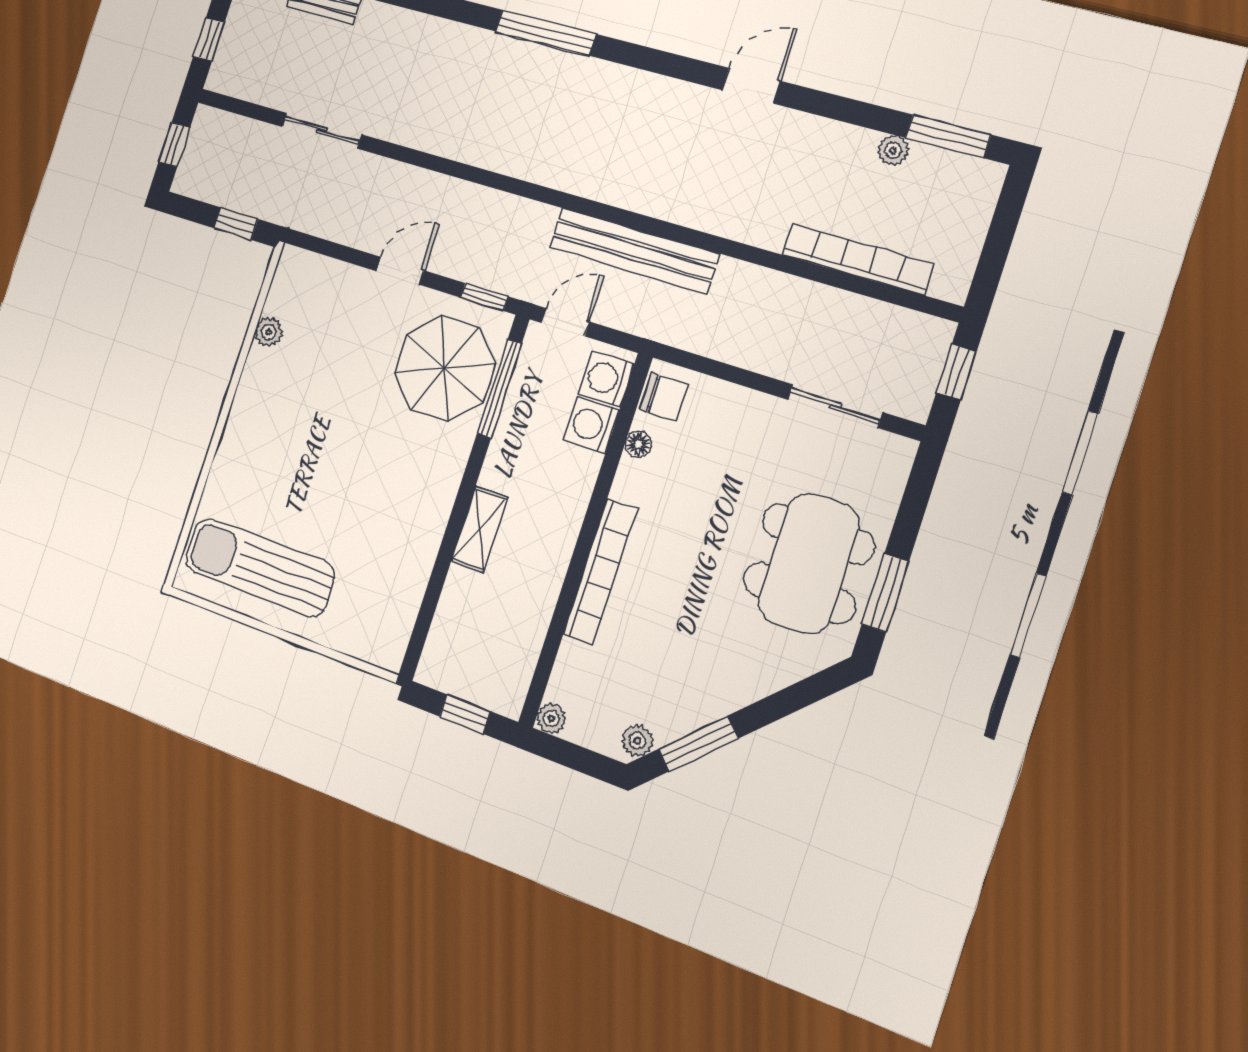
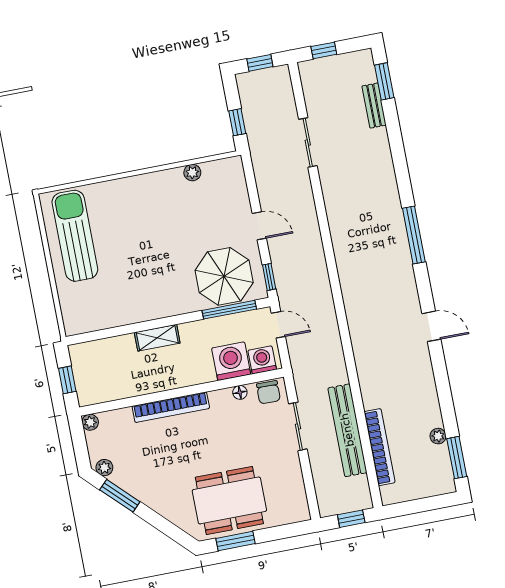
door: (751, 86) -> (431, 326), moved
bench: (634, 250) -> (347, 430), moved
sliding door: (835, 406) -> (298, 426), moved
washing machine: (591, 425) -> (231, 361), width x1.37, depth x1.37

